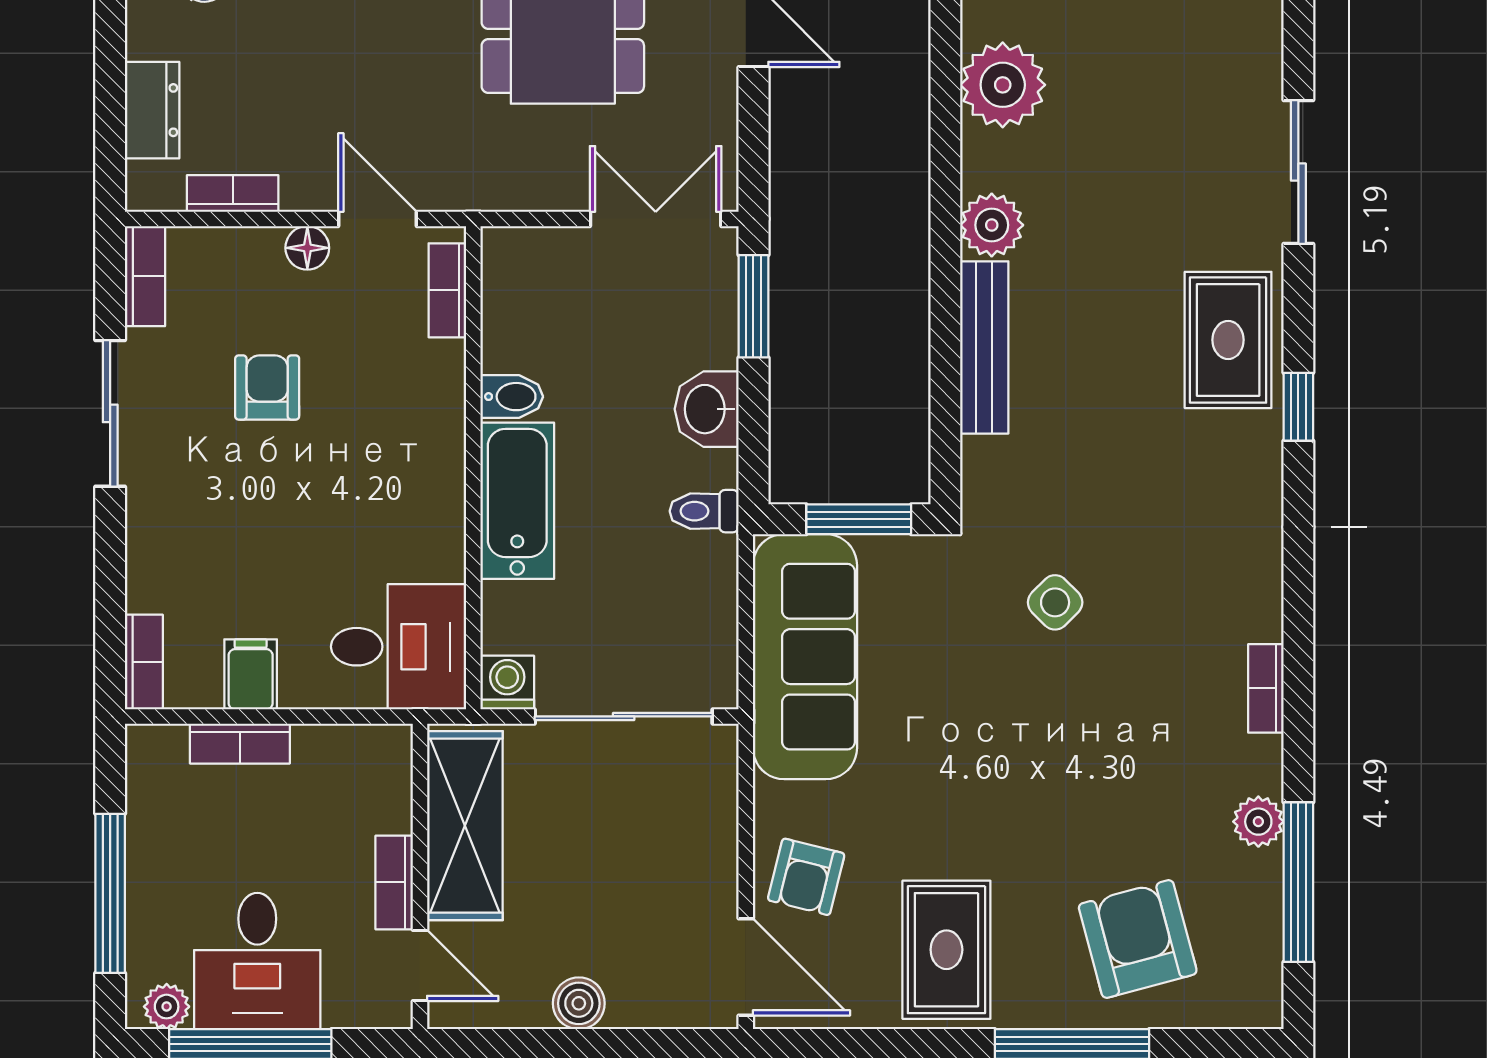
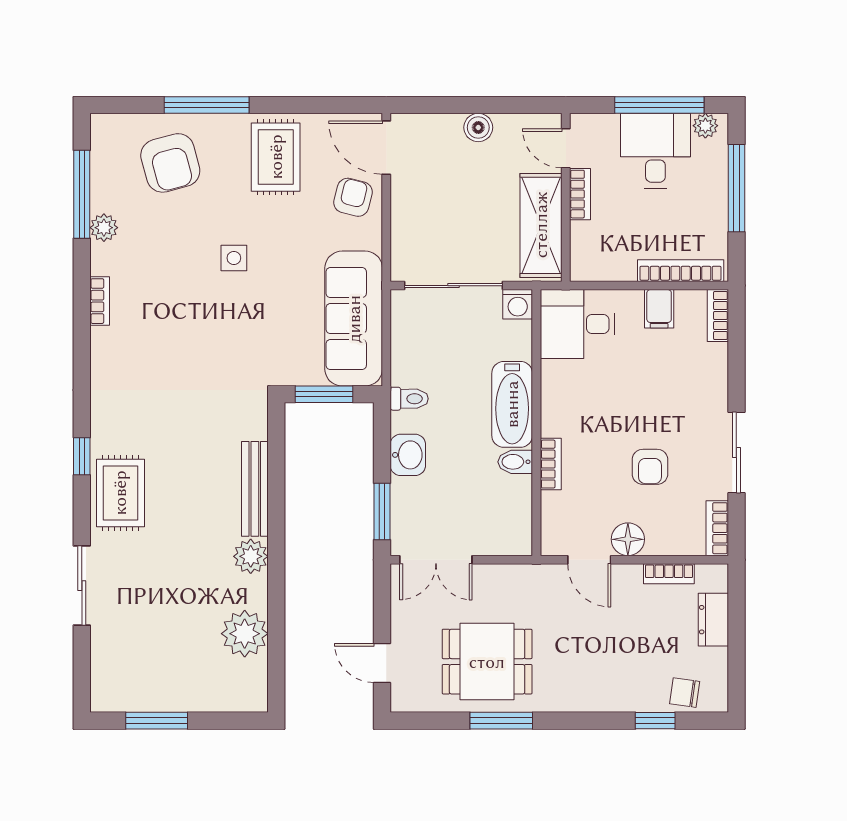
floor lamp: (307, 248) -> (628, 539), width x1.37, depth x1.37
bookcase: (447, 290) -> (551, 464), moved
side table: (1055, 602) -> (234, 258), moved, turned 45
bookcase: (240, 744) -> (681, 271), width x1.56

